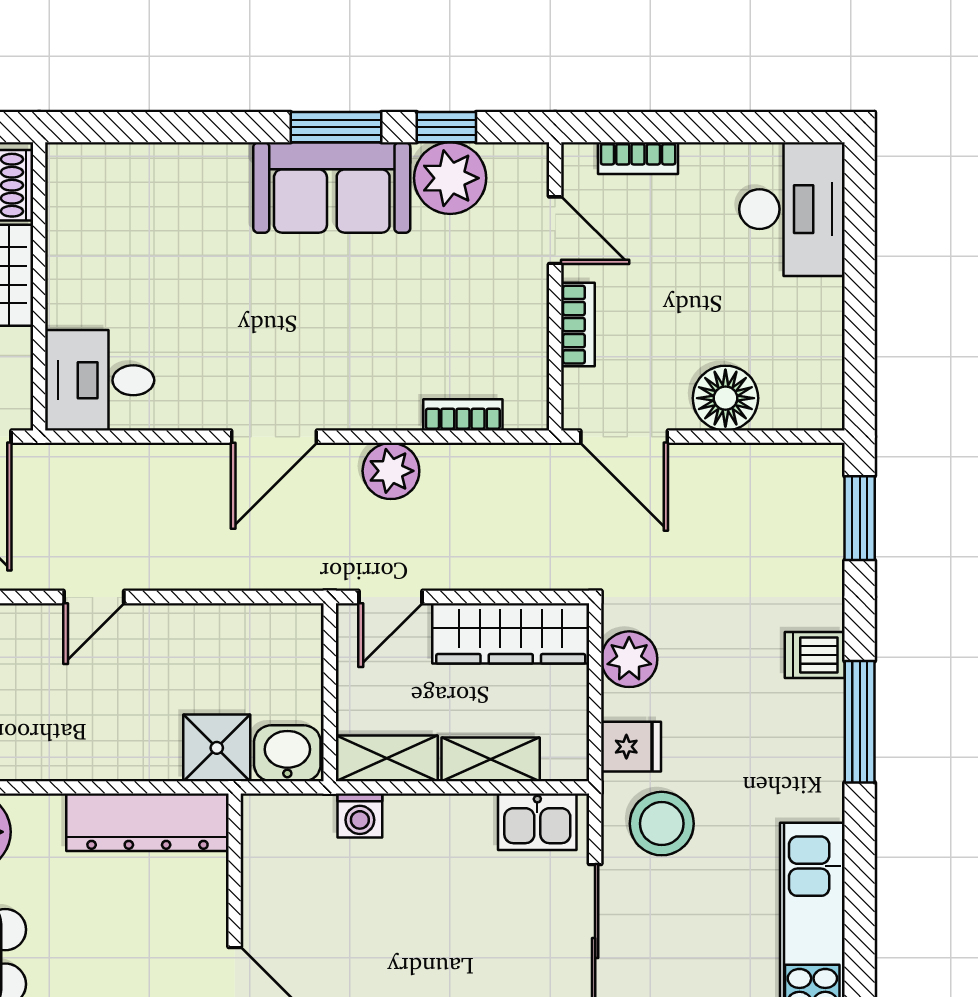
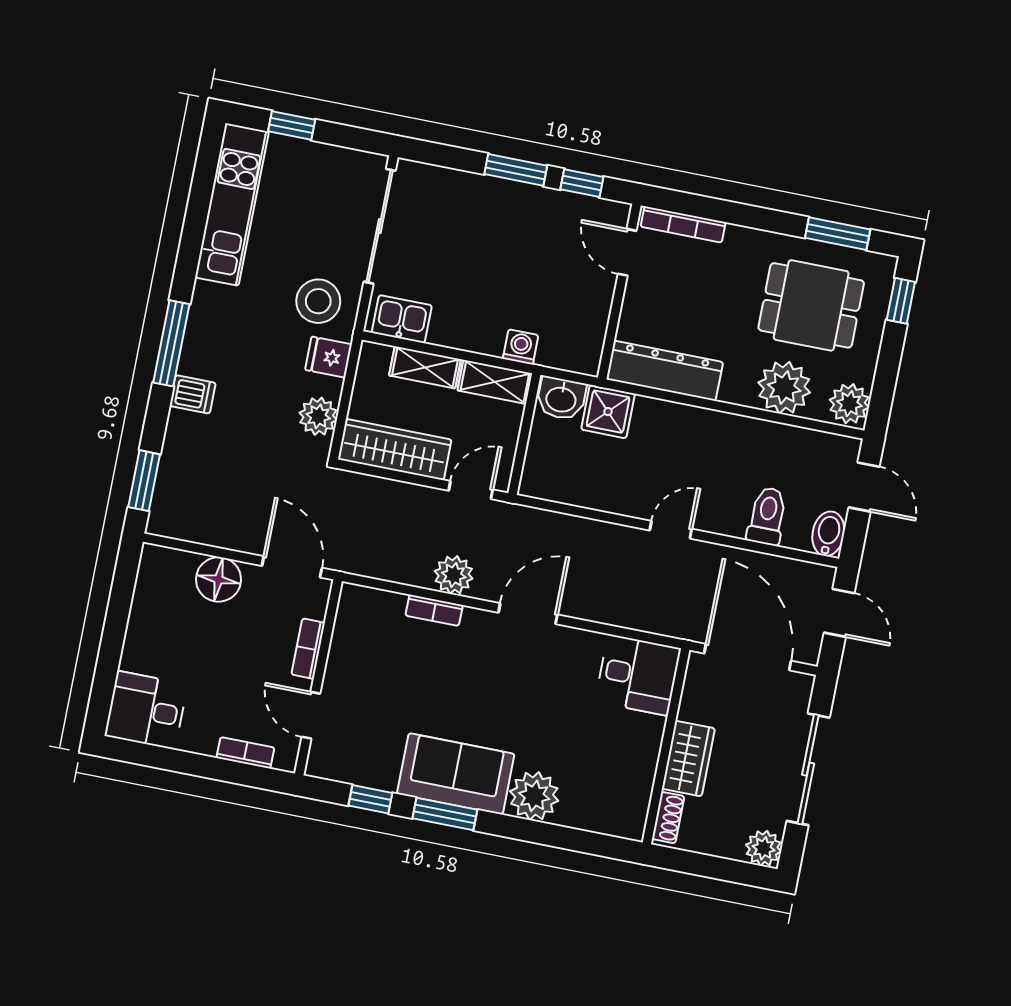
plant: (450, 178) -> (534, 796), moved
desk: (792, 209) -> (146, 710), width x0.73
bookcase: (463, 415) -> (434, 610), moved

